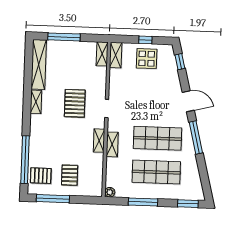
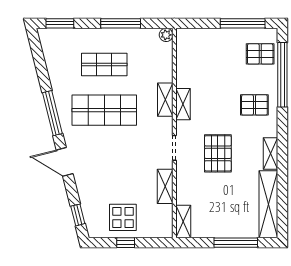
shelving: (116, 55) -> (165, 186), moved
shop shelf: (156, 172) -> (104, 64), width x0.70, depth x0.74
pallet: (70, 175) -> (254, 105), moved, turned 90

